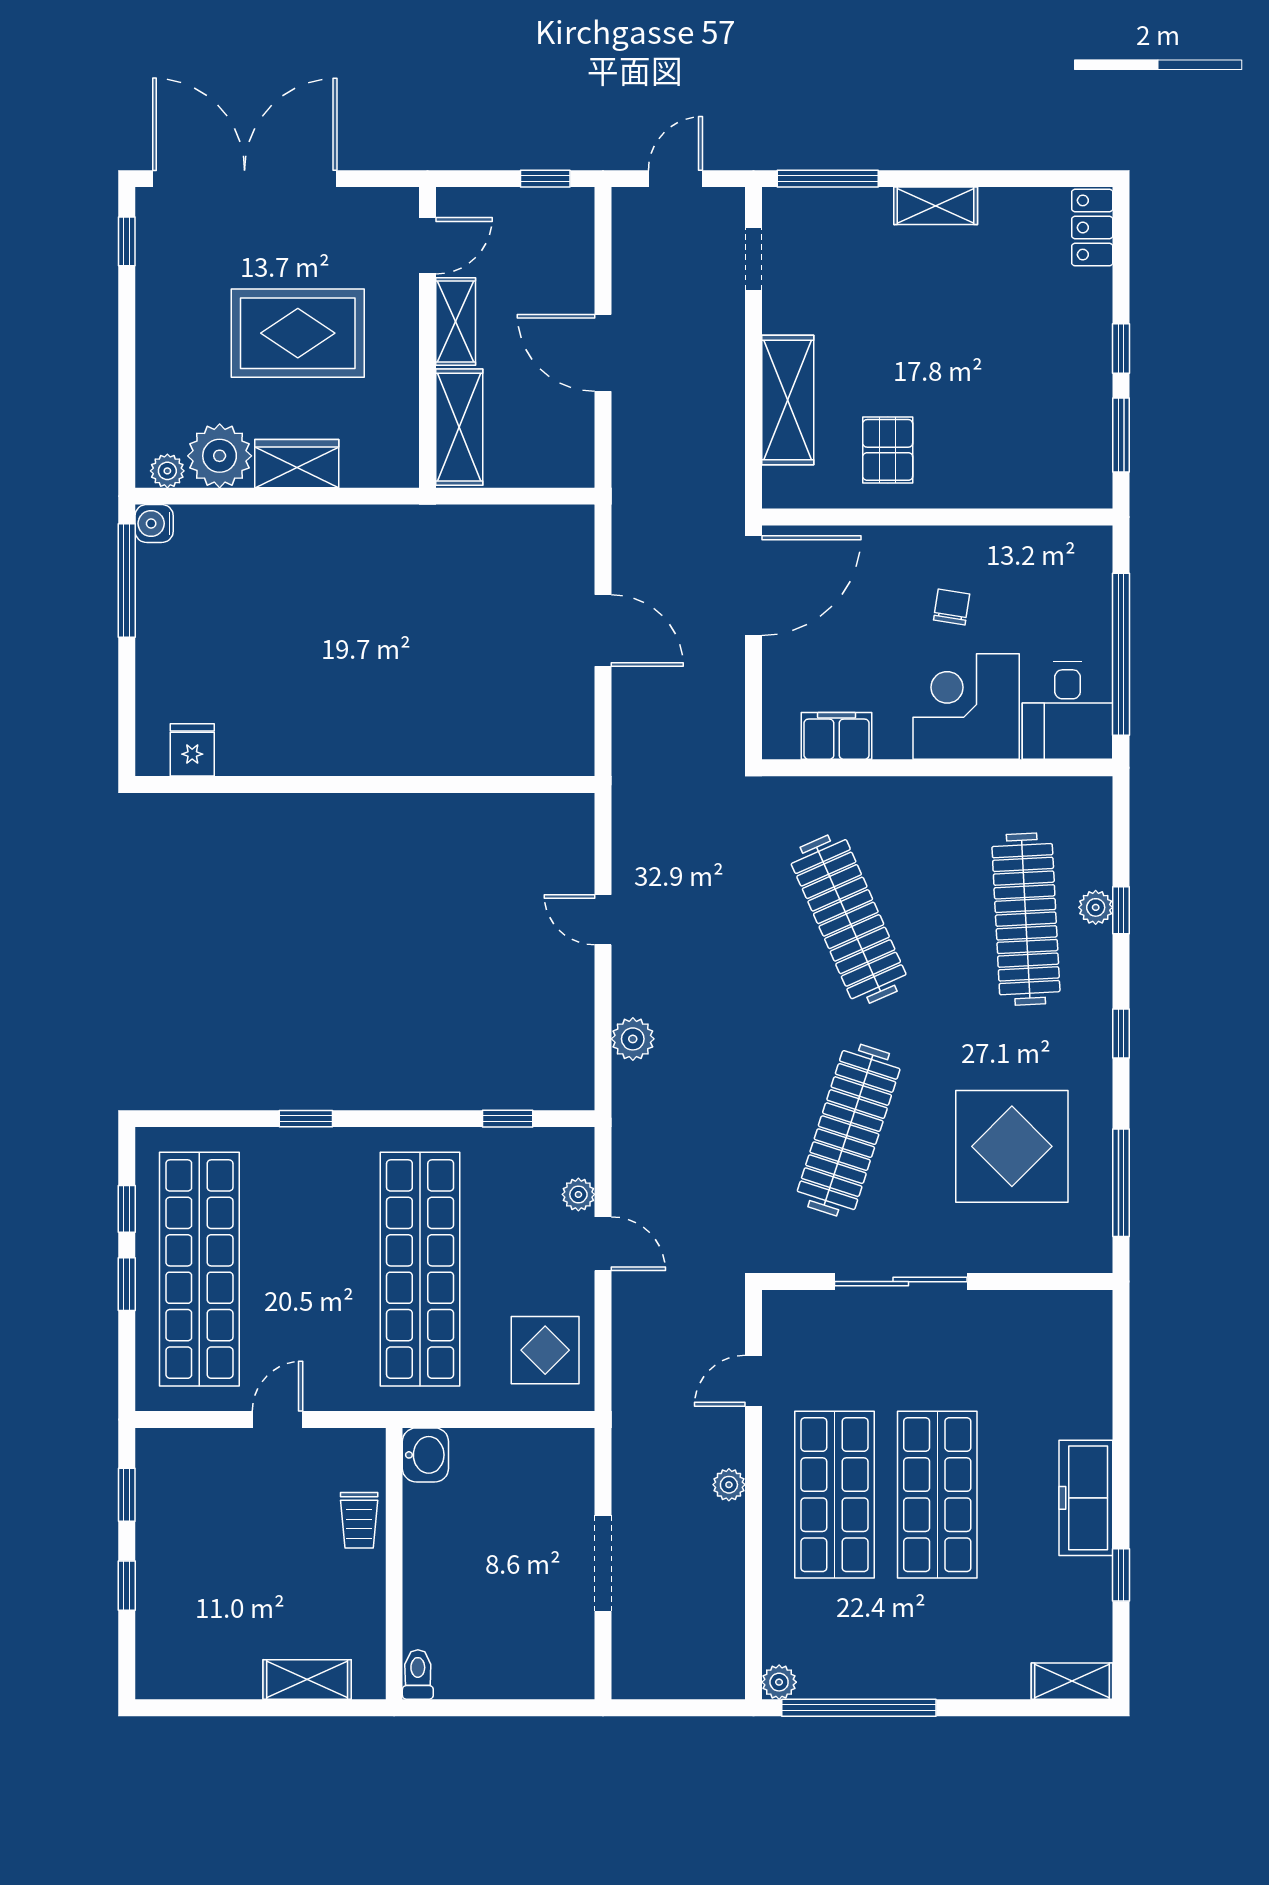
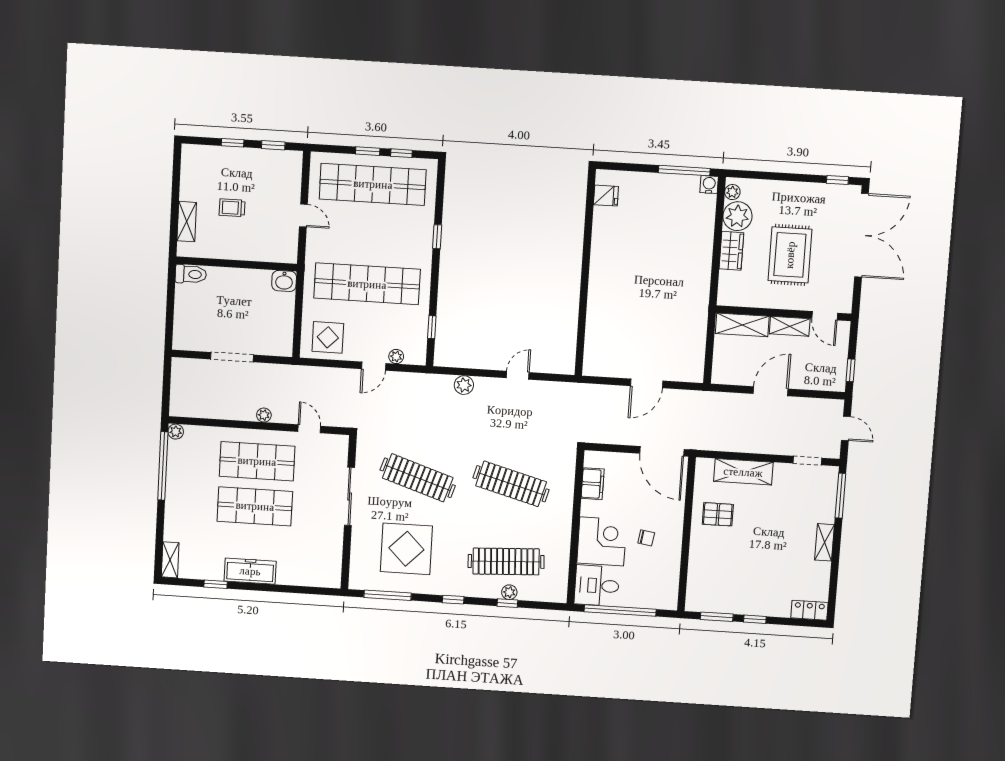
clothes rail: (849, 919) -> (511, 484), turned 39
trolley: (359, 1520) -> (232, 208), moved
toilet: (418, 1674) -> (191, 274), width x1.37, depth x1.39

